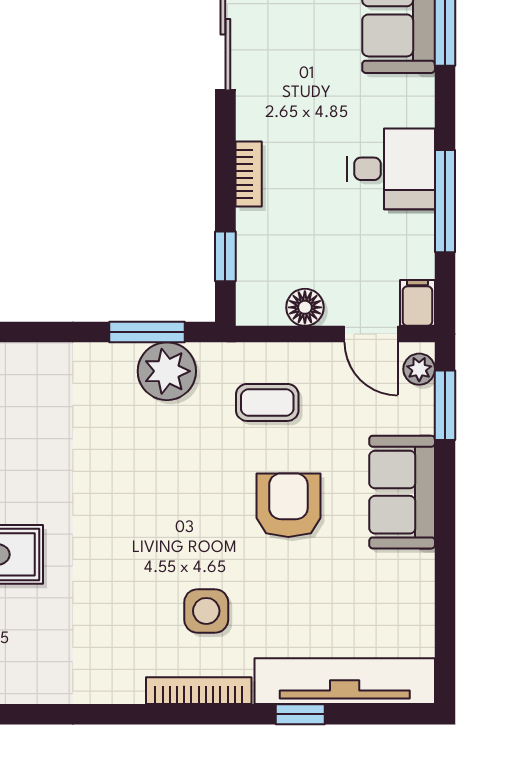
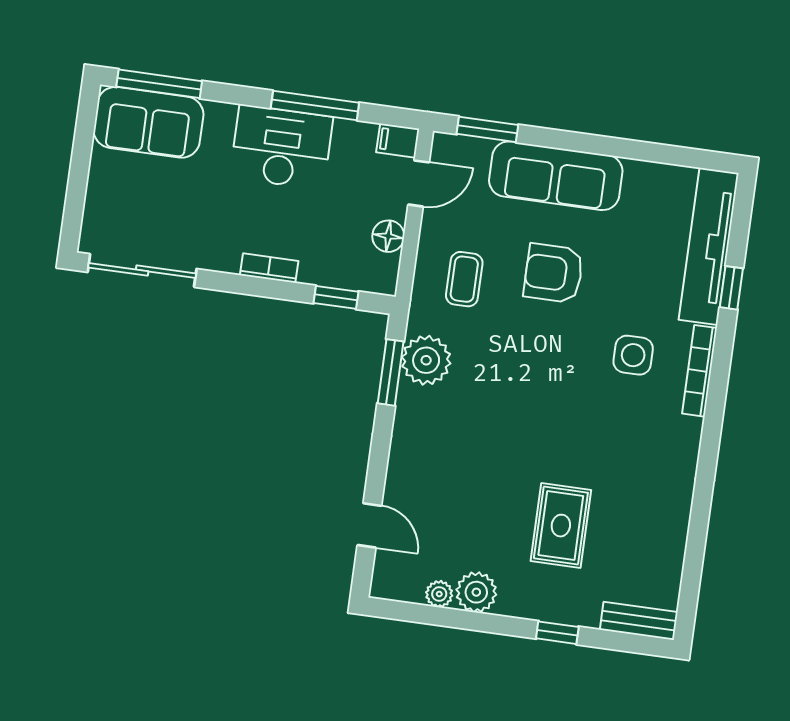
desk: (391, 169) -> (281, 147), width x1.37
plant: (419, 369) -> (454, 147), removed
sofa: (402, 492) -> (556, 176), width x1.36

